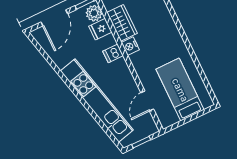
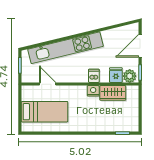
door: (54, 18) -> (140, 46), hinge flipped

